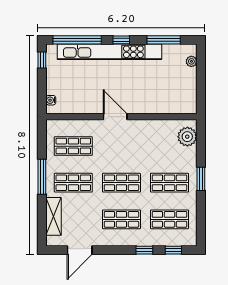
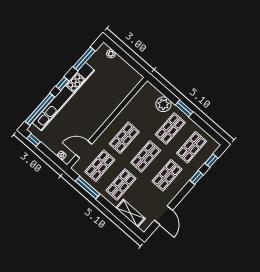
door: (115, 117) -> (84, 149), moved
plant: (187, 137) -> (163, 104), moved
shop shelf: (121, 146) -> (124, 138), added
window: (42, 177) -> (88, 188), moved

